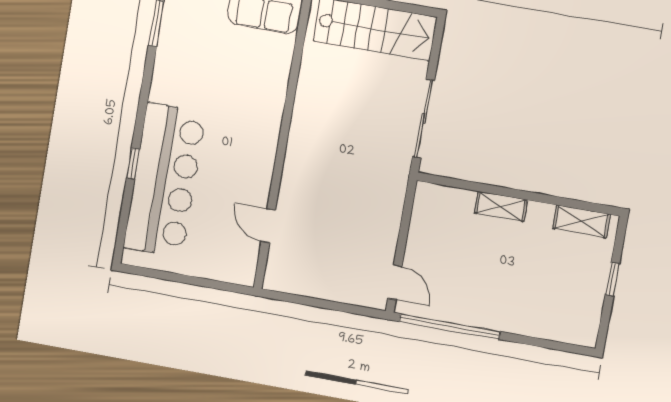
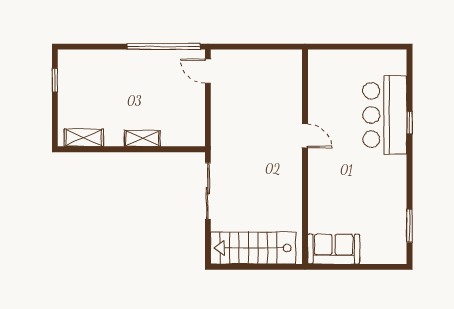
bar counter: (165, 180) -> (385, 115), width x0.73
door: (268, 226) -> (305, 136), moved
window: (612, 279) -> (55, 80), moved

